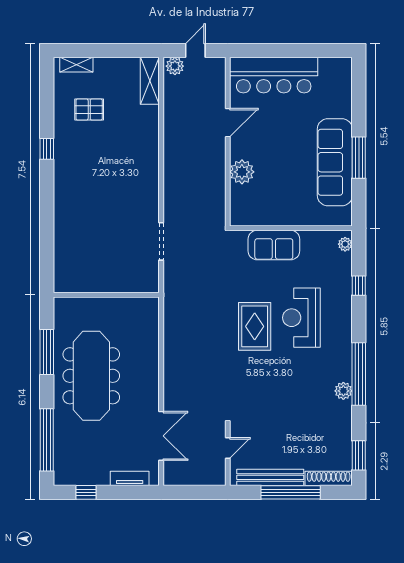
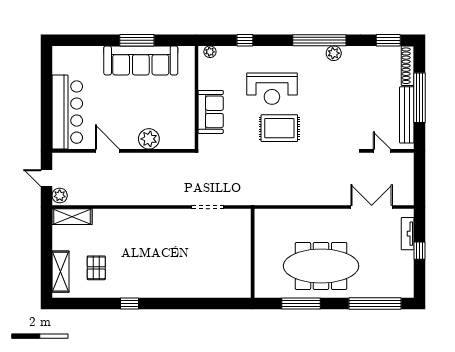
shelving: (76, 65) -> (60, 272), width x1.50, depth x1.33
window: (86, 492) -> (419, 251), moved

